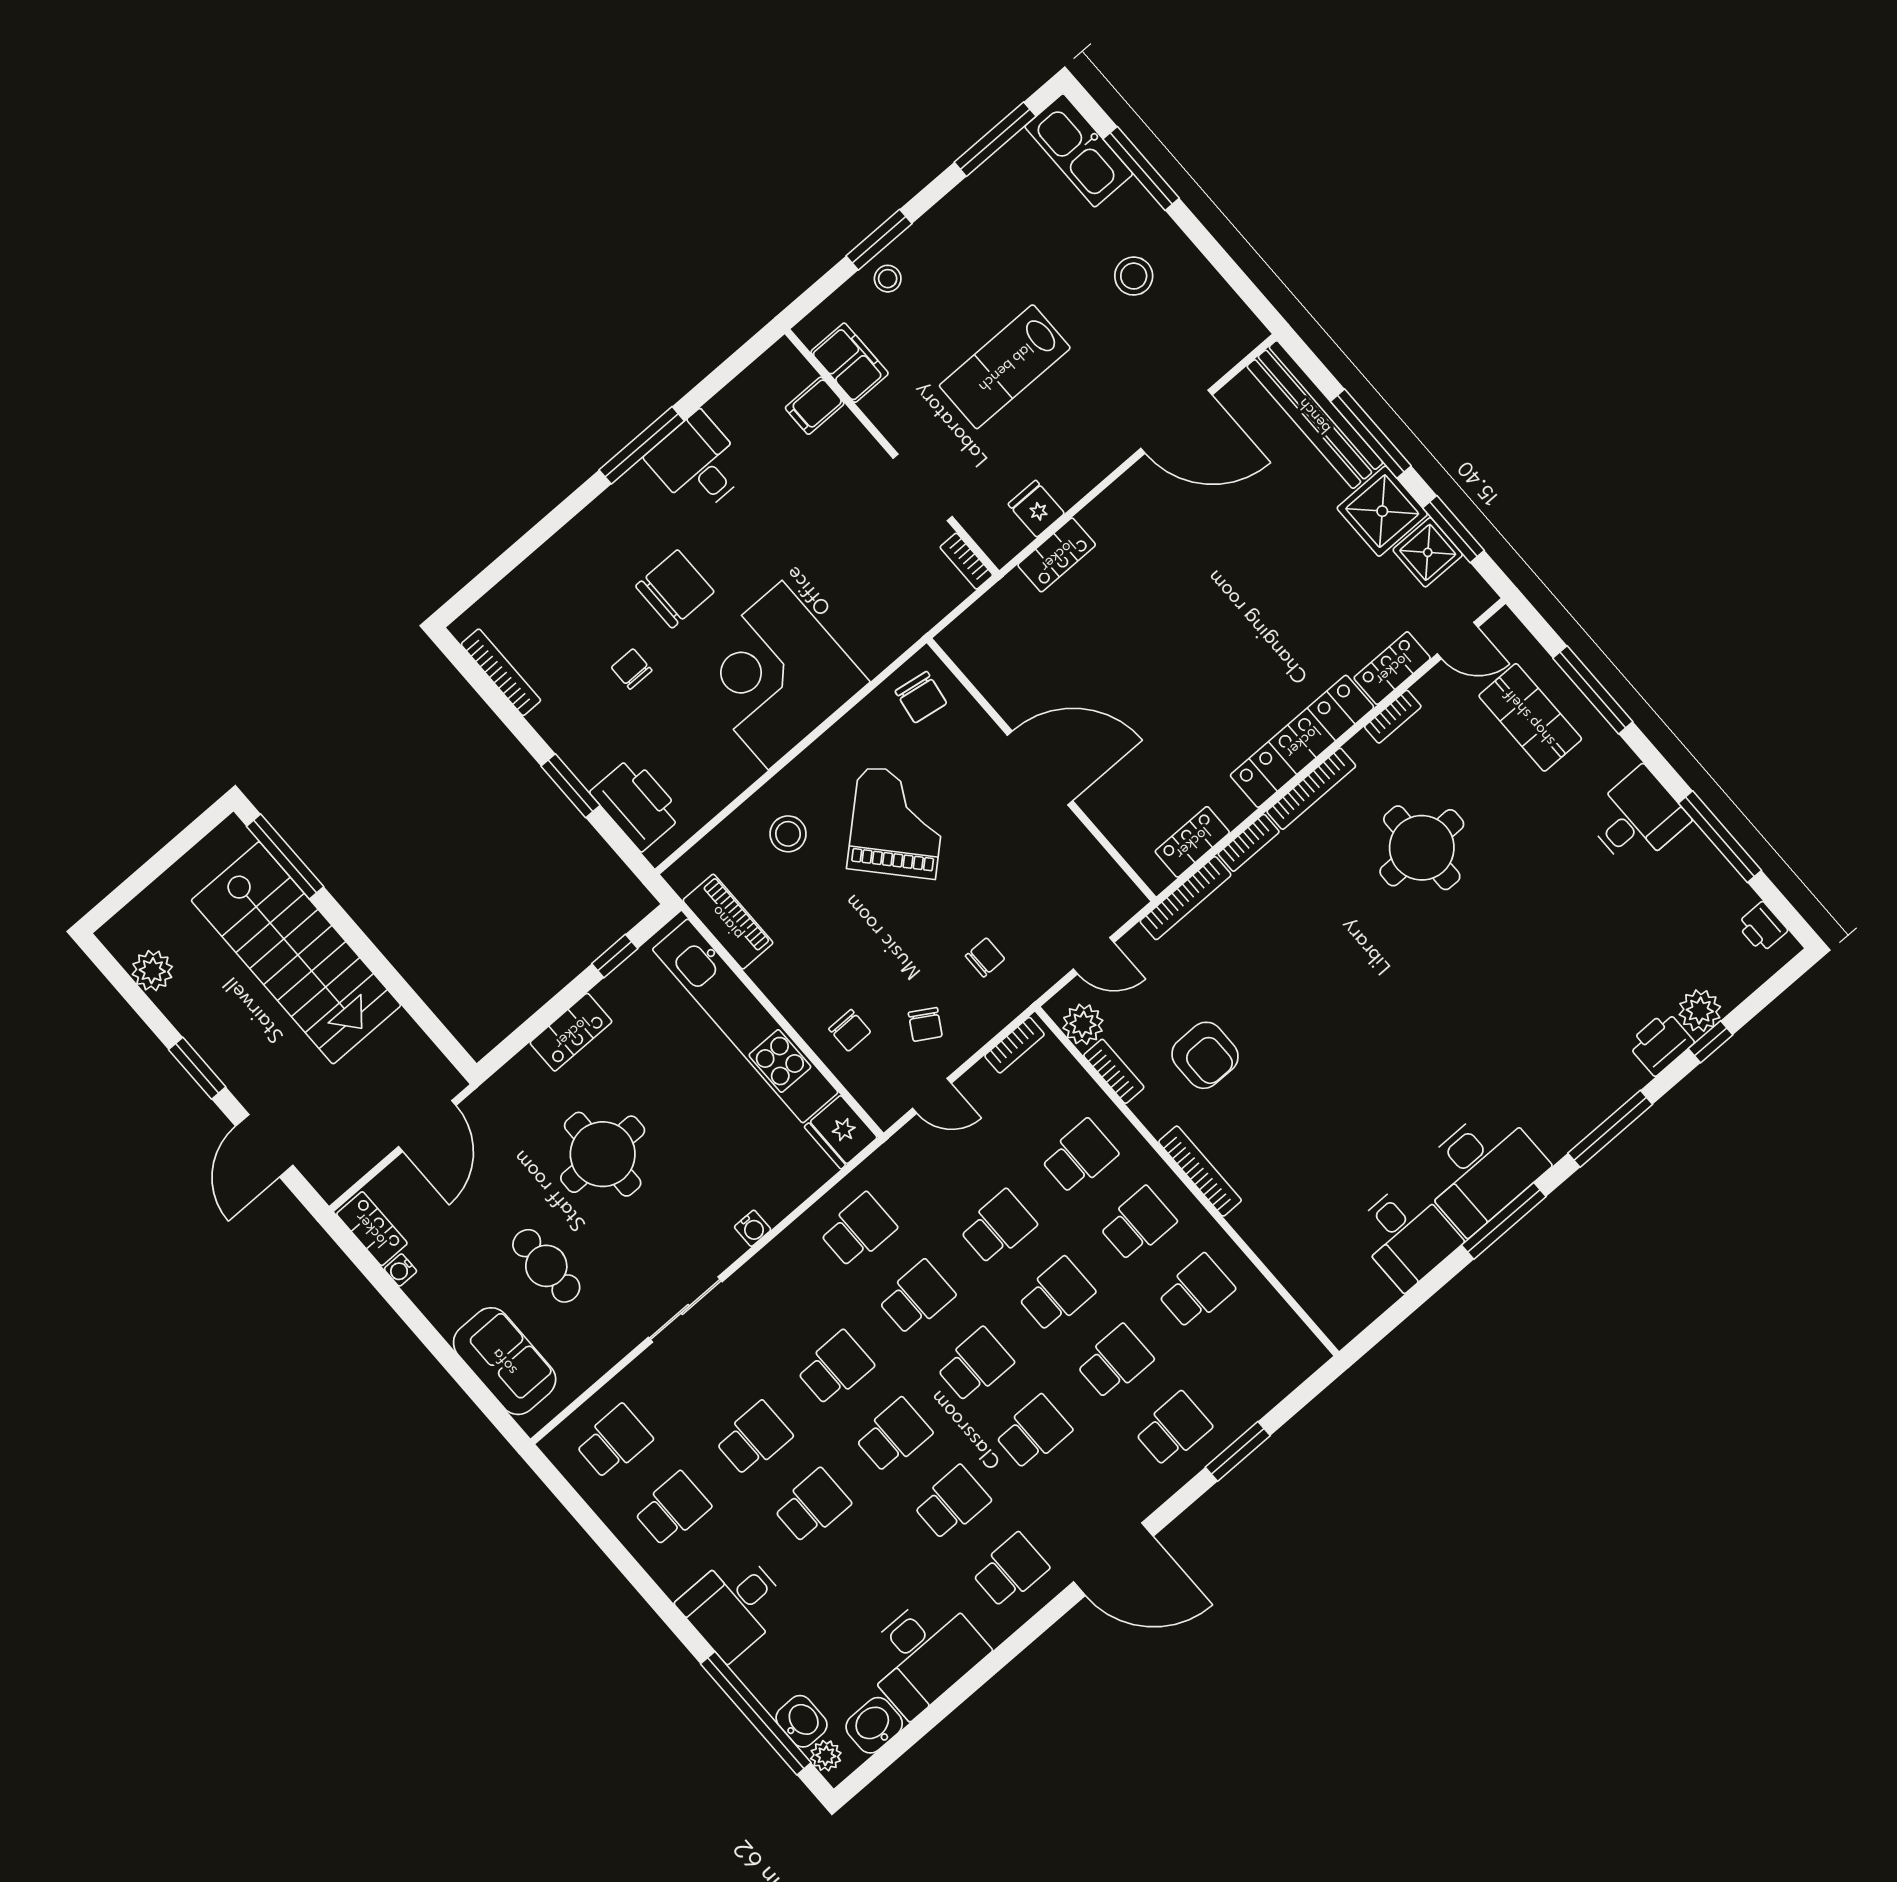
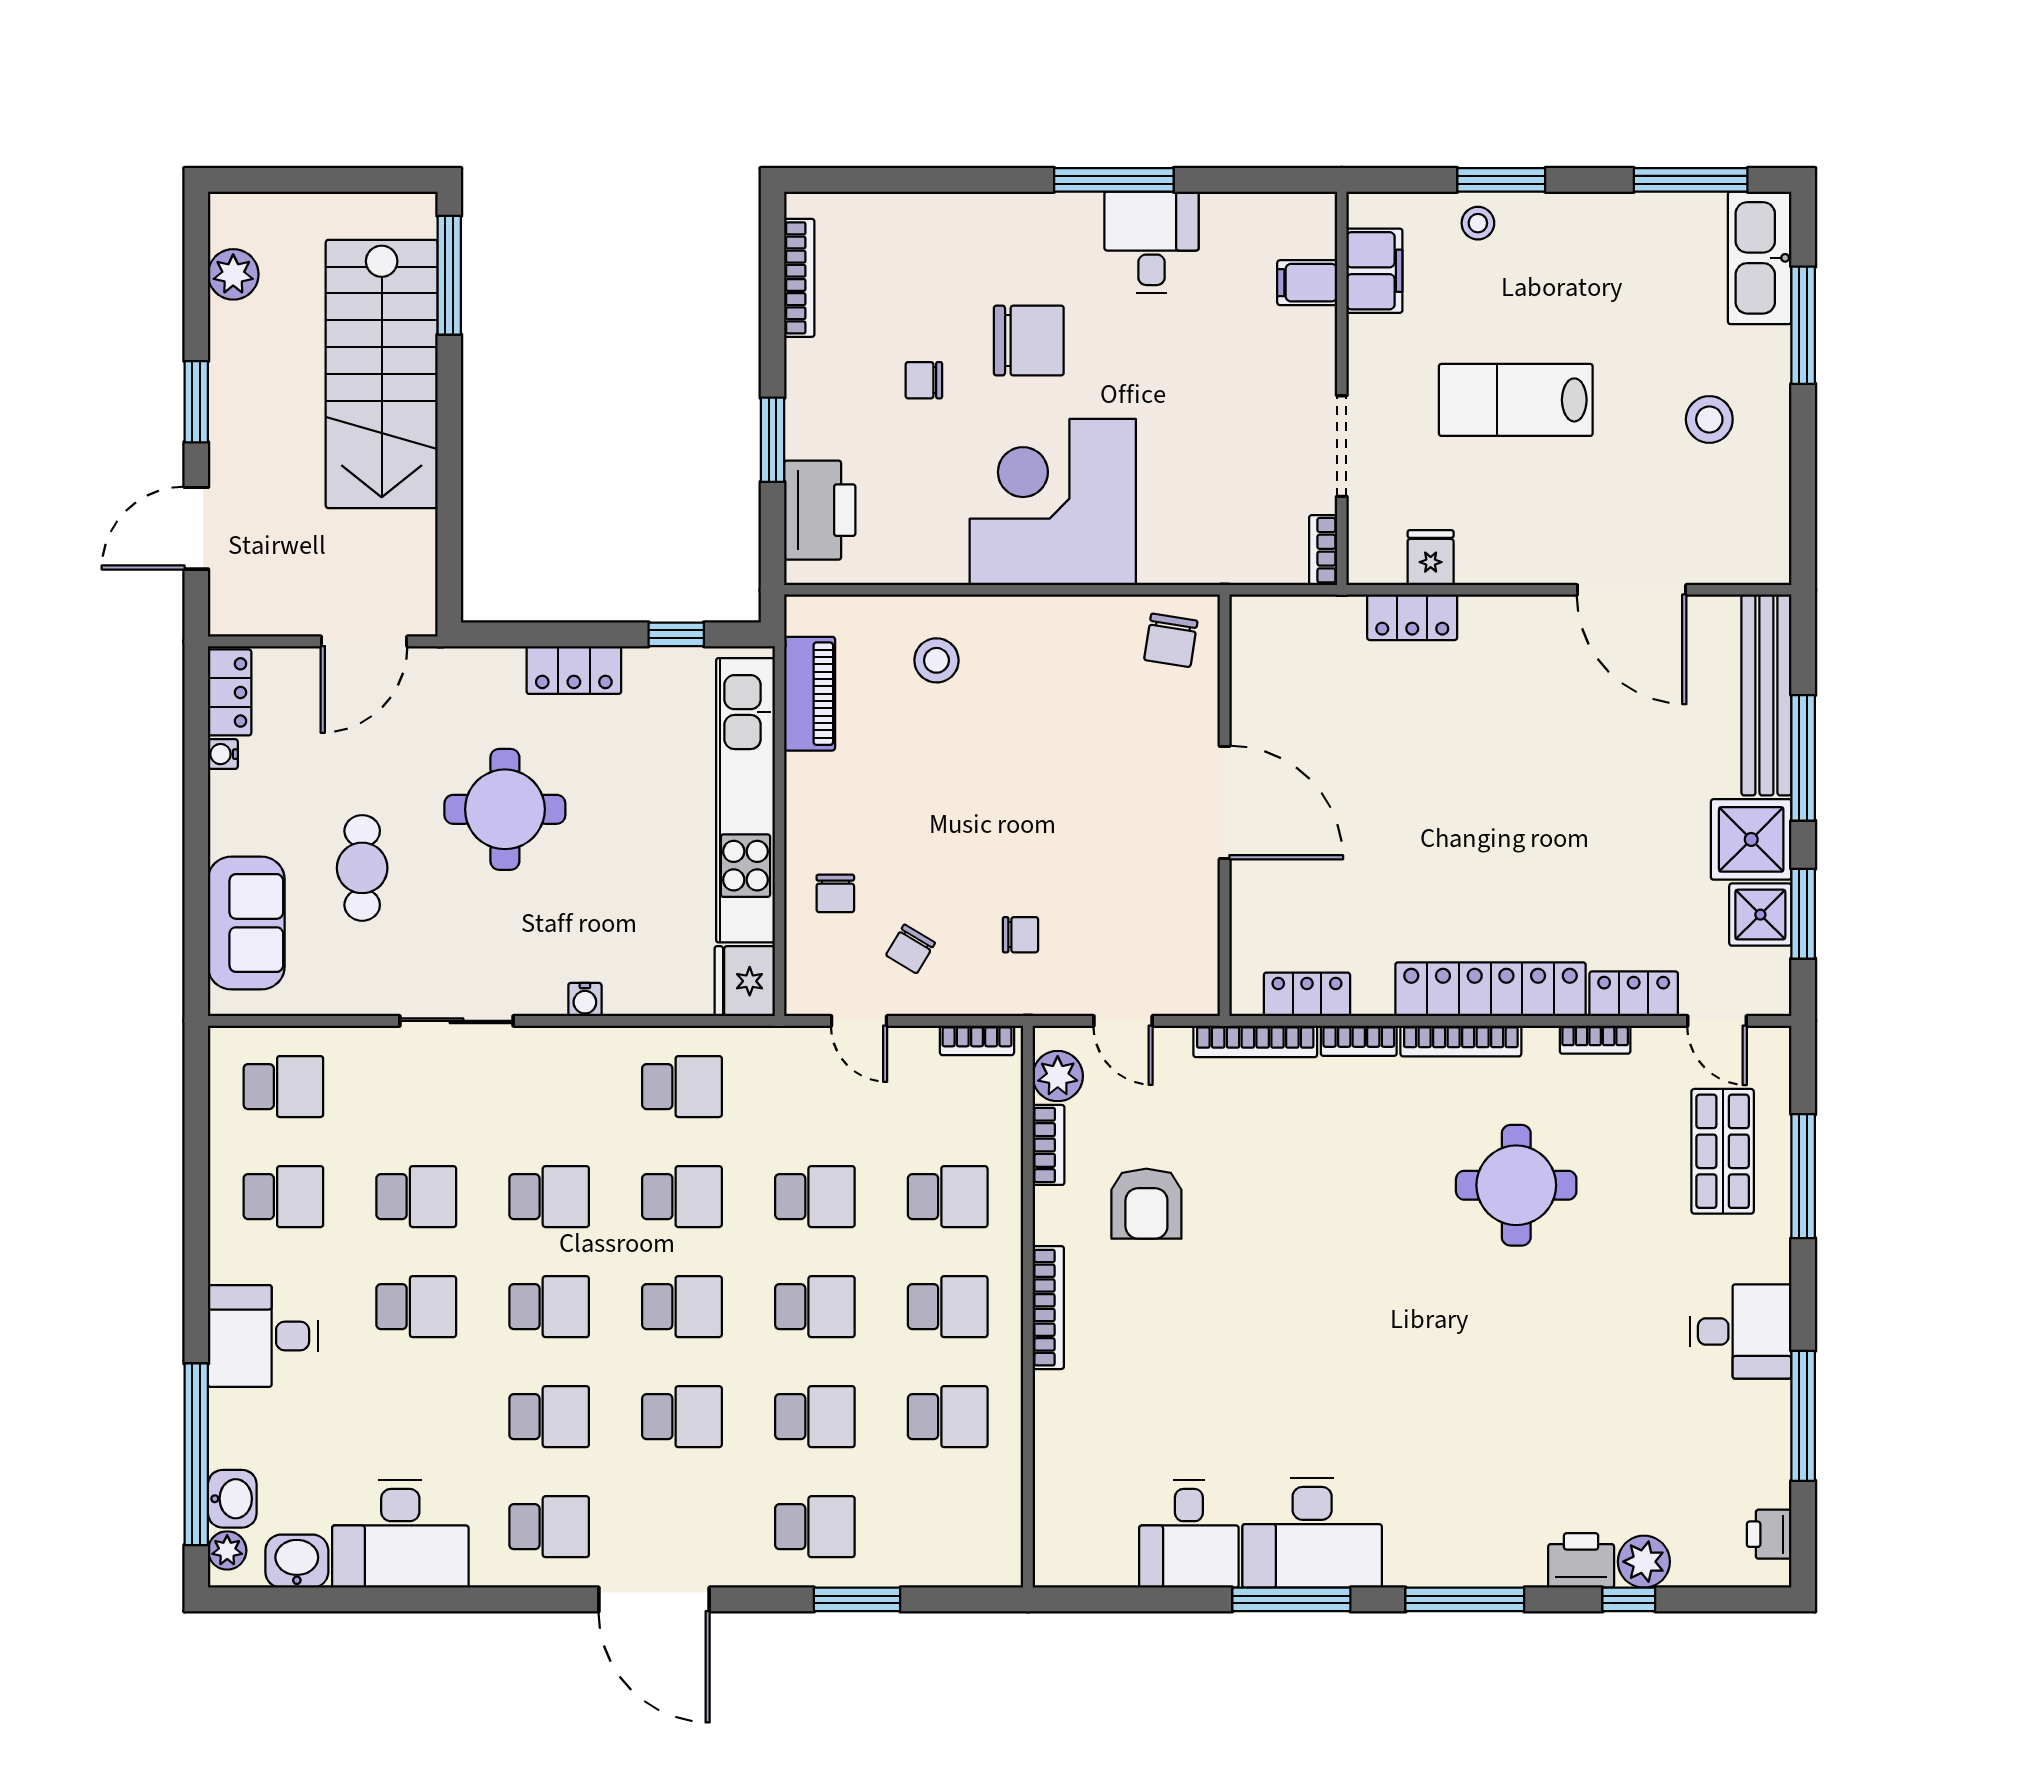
chair: (632, 669) -> (924, 380), turned -90
grand piano: (897, 823) -> (1047, 738), removed

